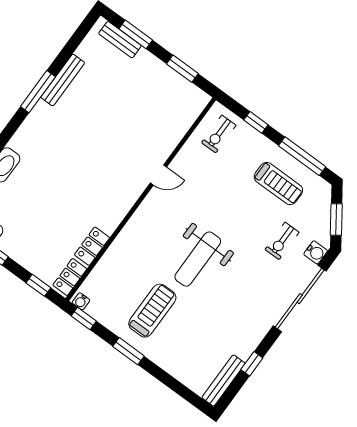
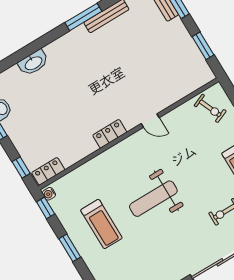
exercise bike: (219, 134) -> (210, 108), turned -113
locker: (92, 246) -> (110, 134), moved
treadmill: (152, 311) -> (101, 224), turned 90

